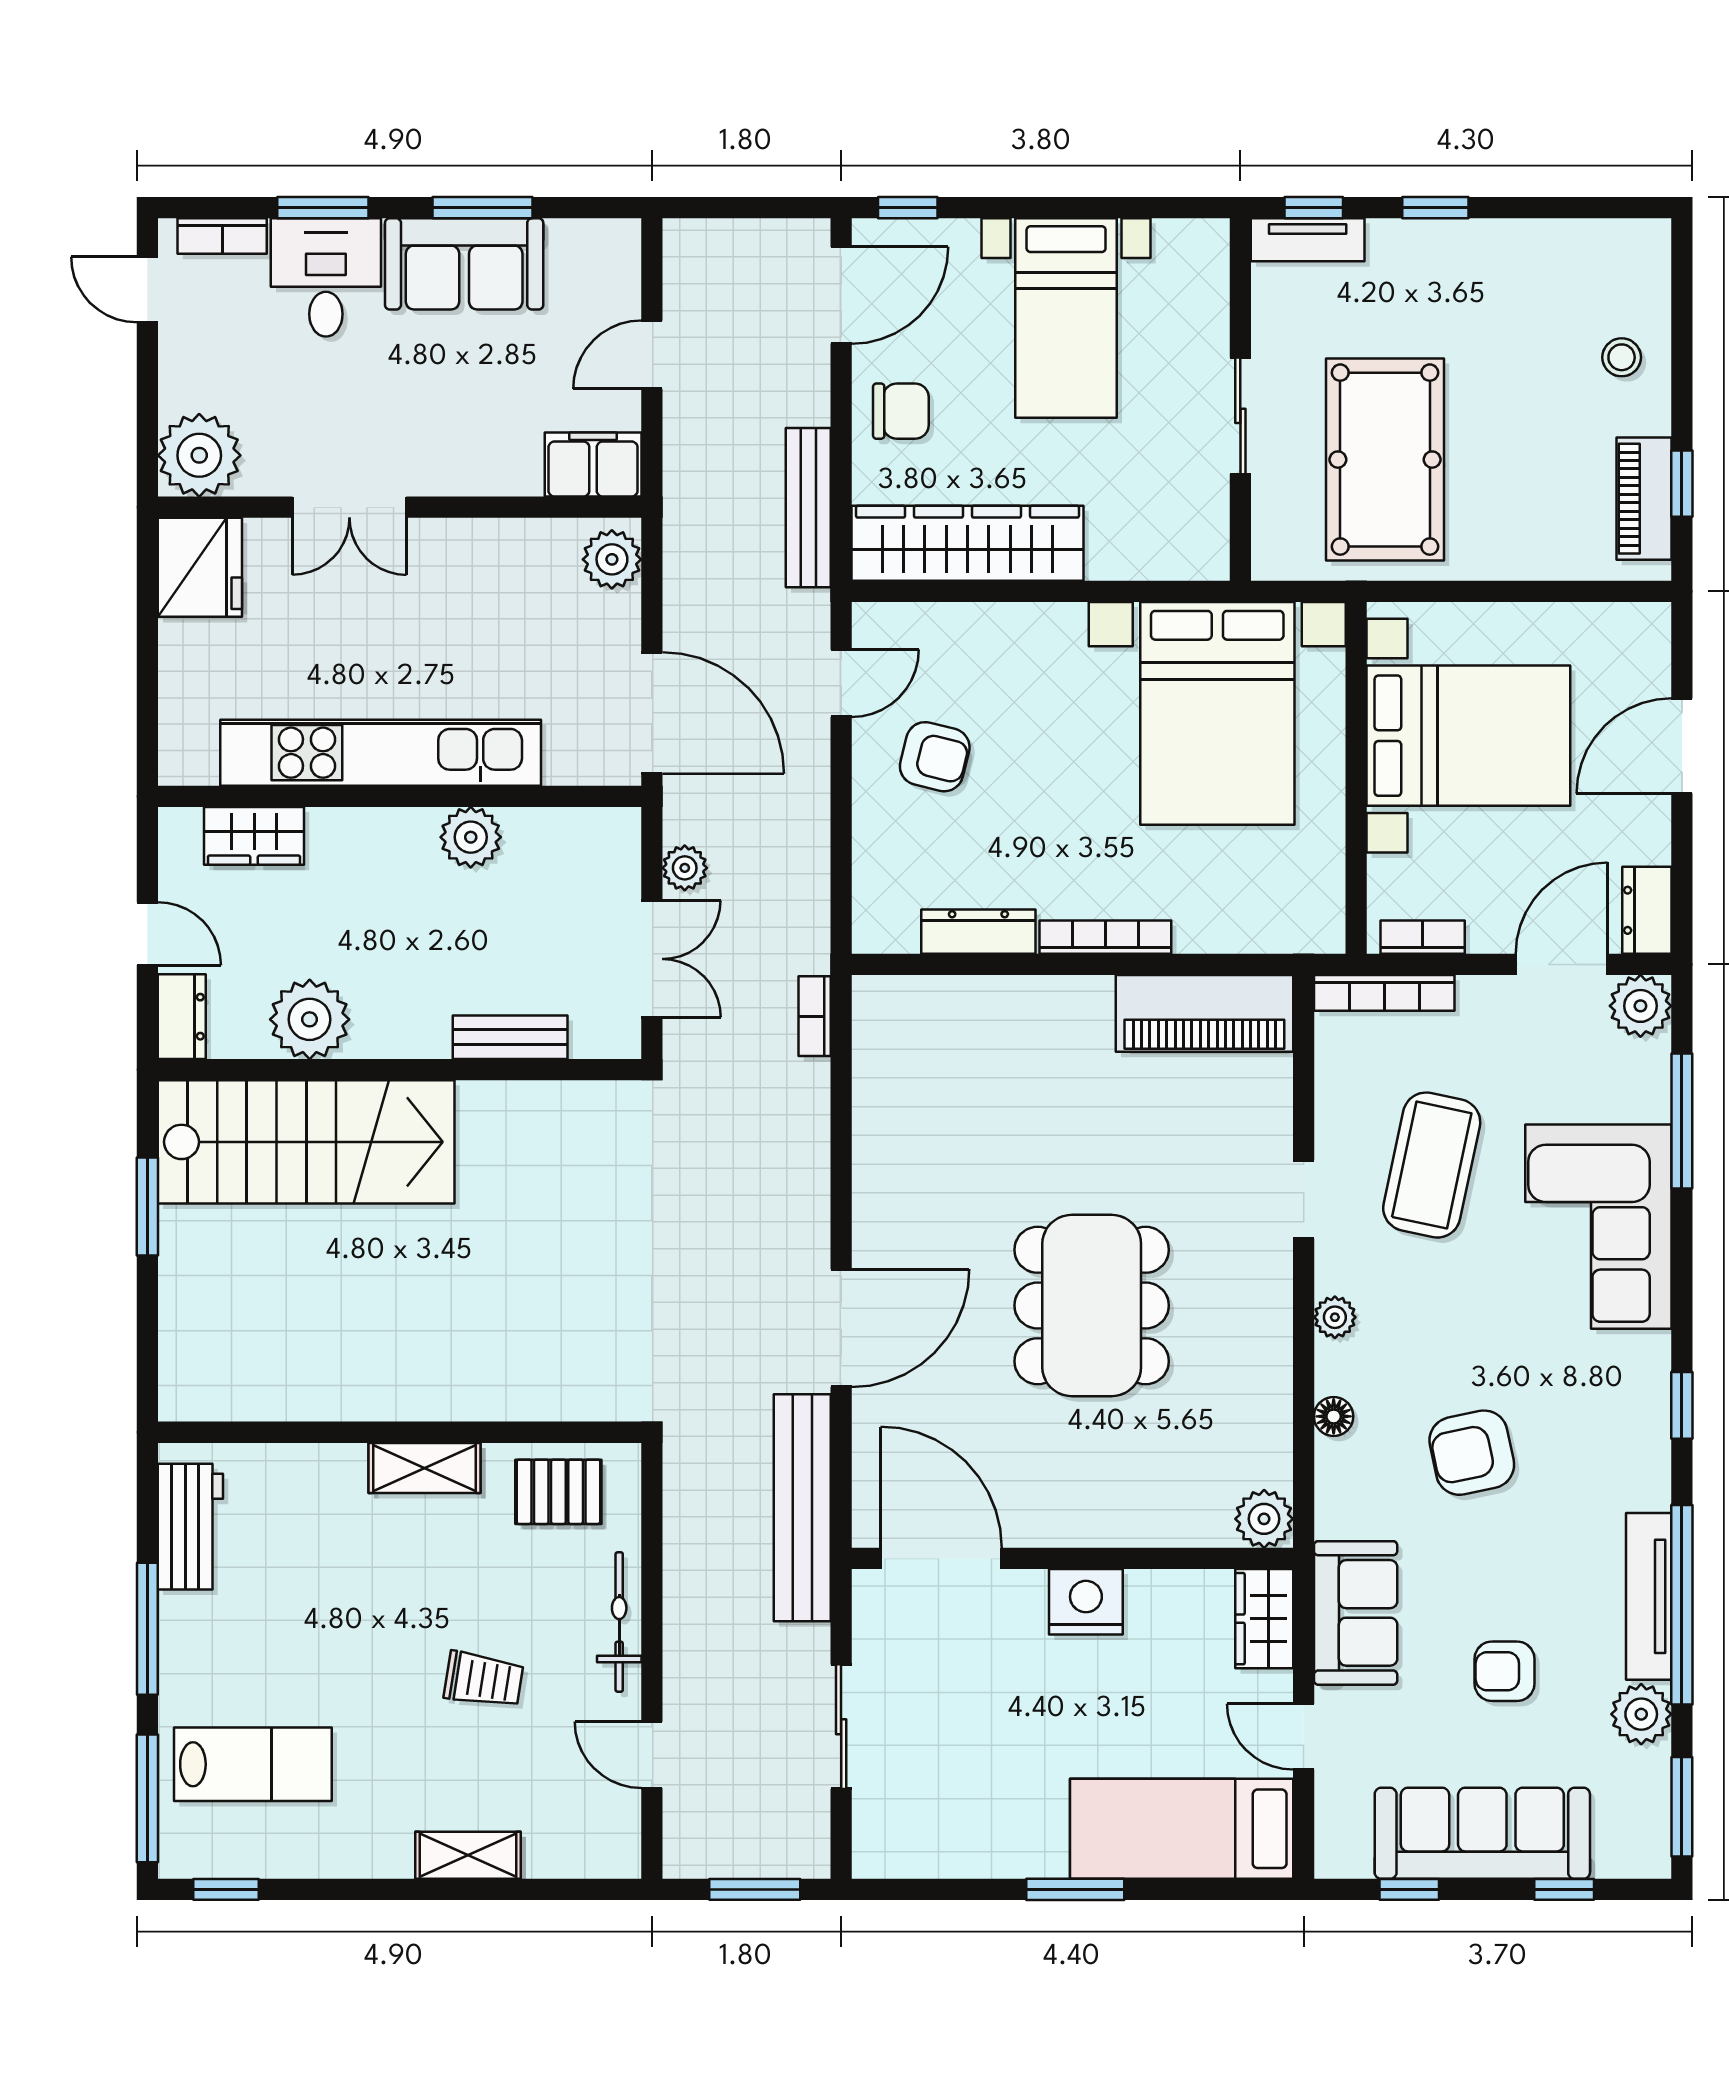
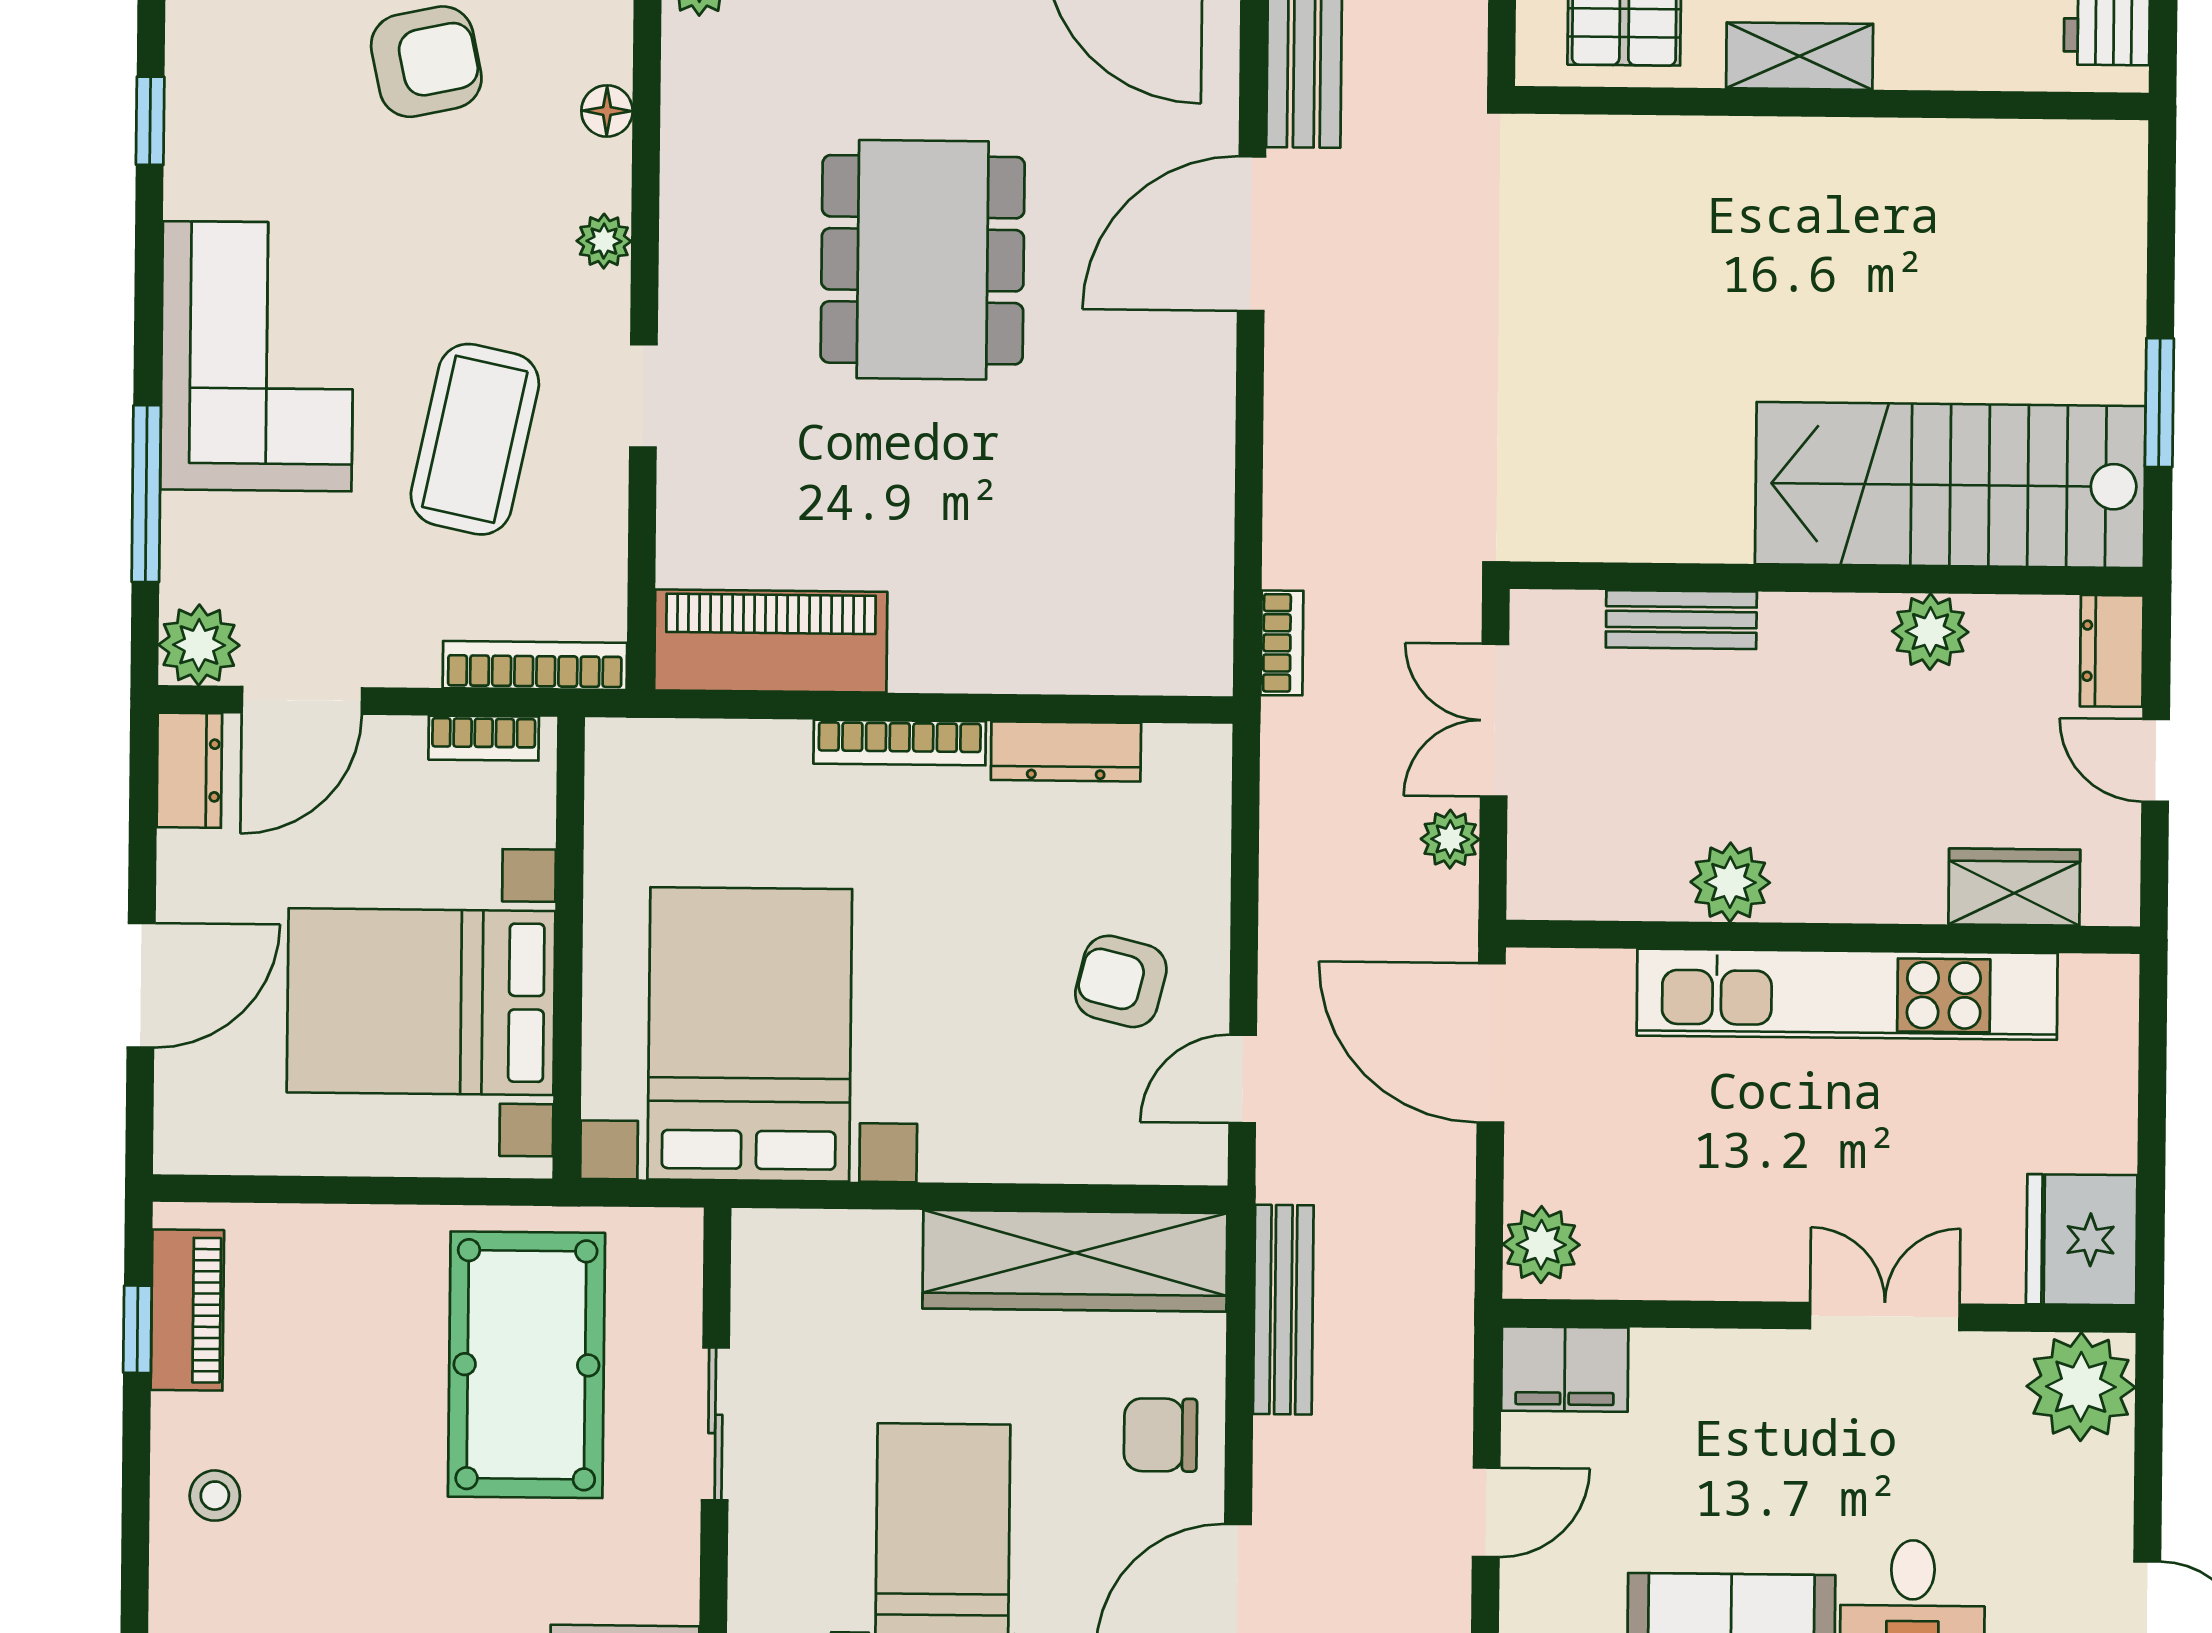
plant: (310, 1019) -> (1930, 632), width x0.73, depth x0.73

